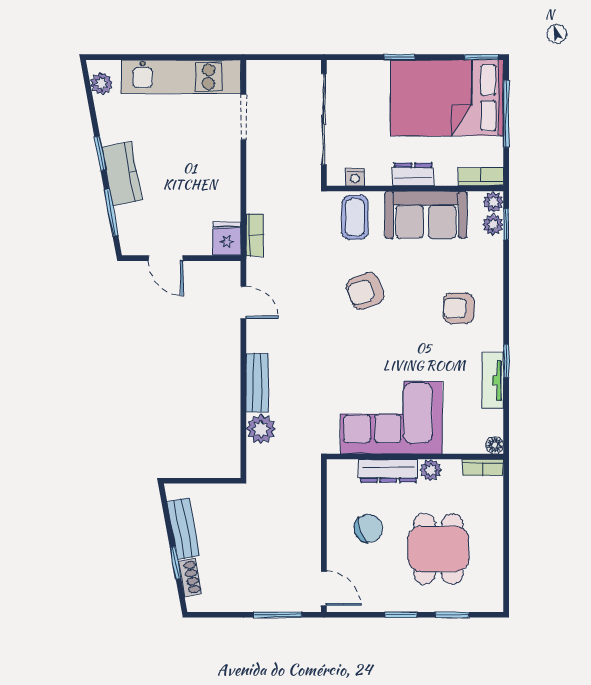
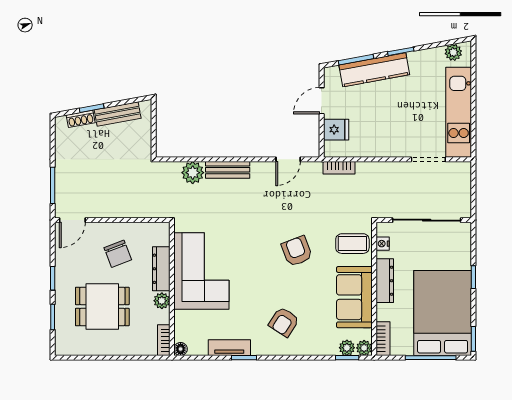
kitchen counter: (122, 174) -> (374, 70), width x1.50
dresser: (413, 174) -> (385, 281), width x1.44
fridge: (227, 239) -> (336, 130), moved
armchair: (459, 308) -> (284, 322), turned -147

